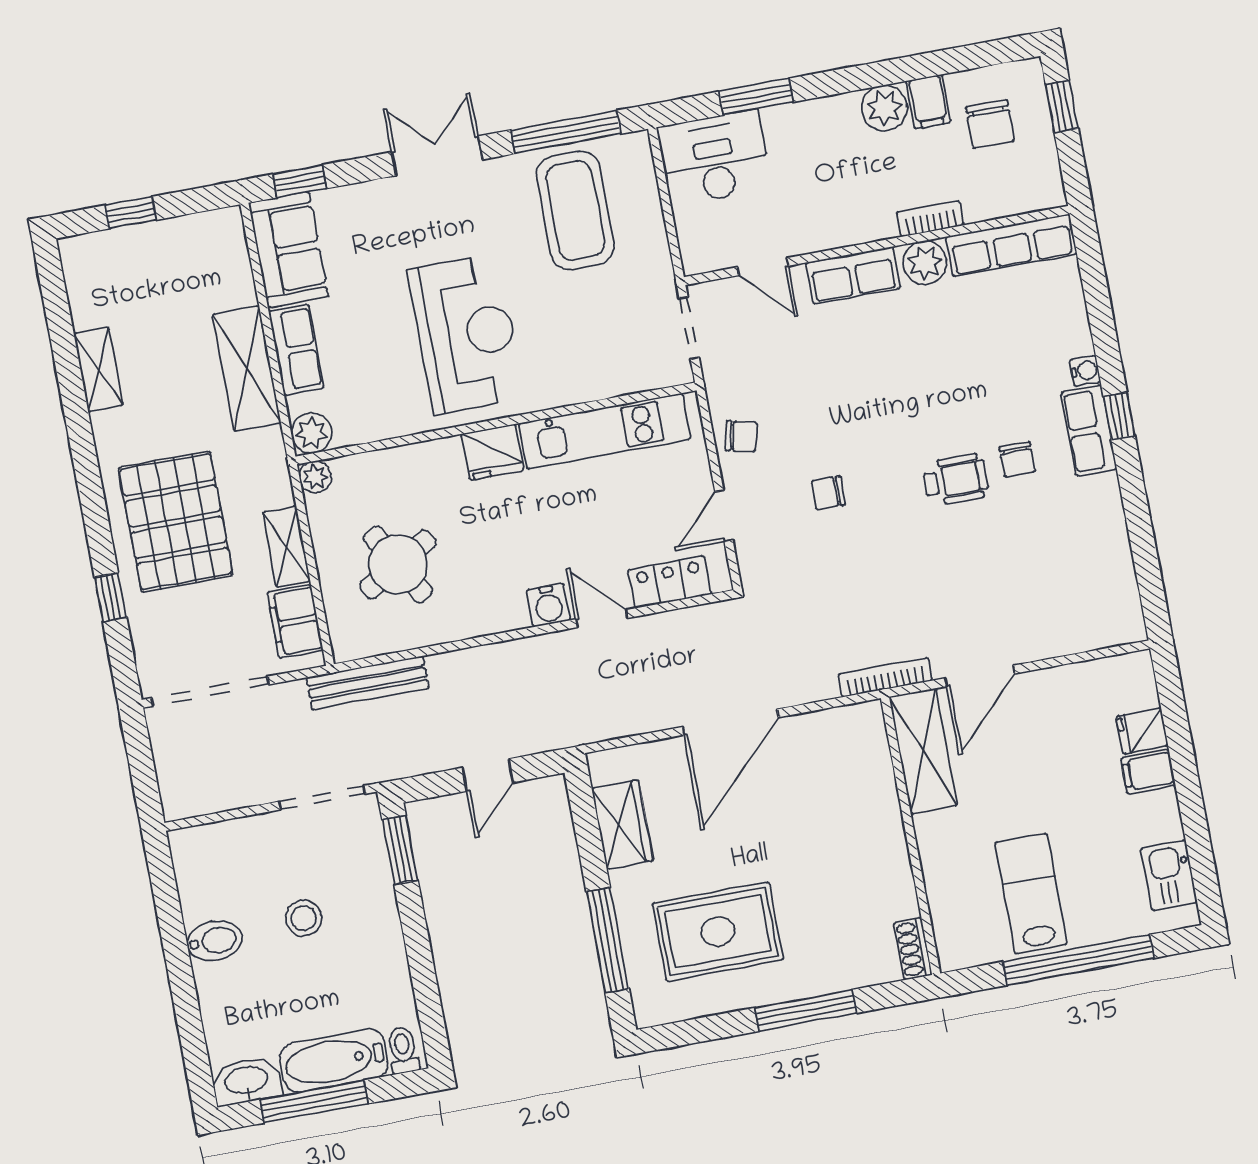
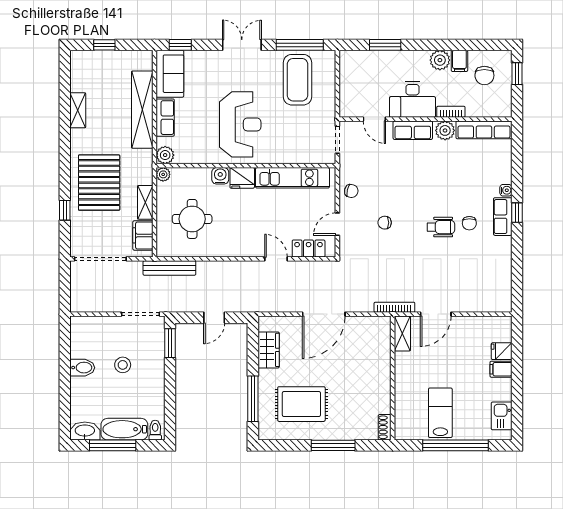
desk: (714, 158) -> (412, 99), moved, turned 180
shelving: (247, 369) -> (142, 110), width x1.47
round table: (398, 564) -> (192, 219), turned 30
water cooler: (548, 605) -> (220, 176), moved, turned 180
shelving: (923, 751) -> (402, 333), width x0.67, depth x0.75

